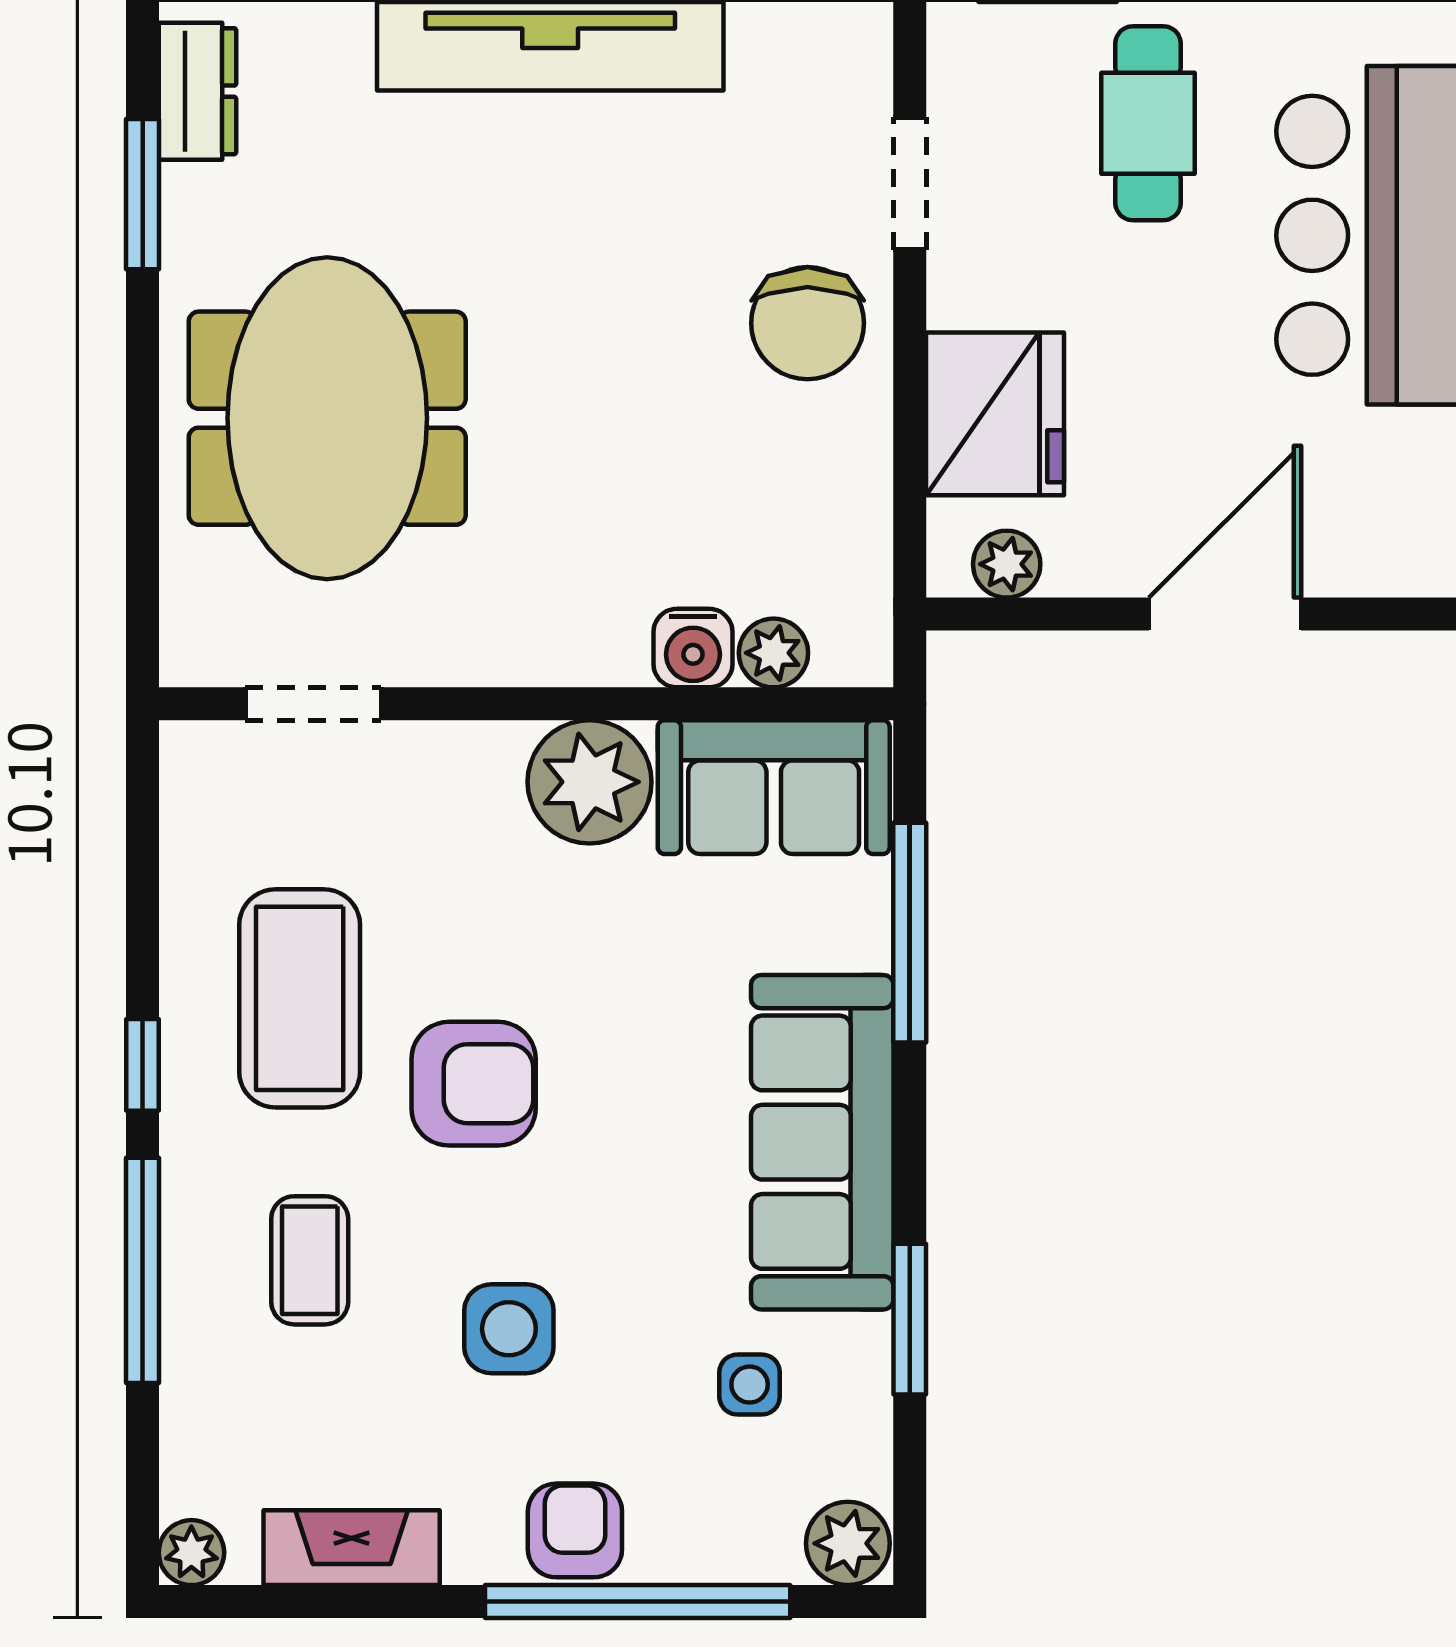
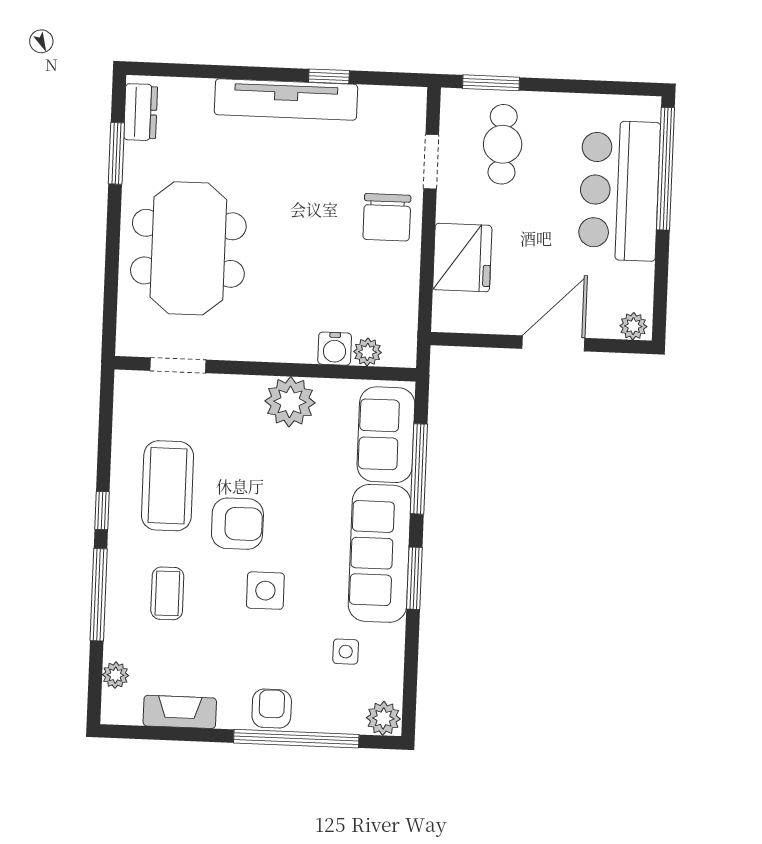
cafe table: (1148, 123) -> (503, 144), moved
plant: (1007, 564) -> (633, 326), moved
sofa: (774, 787) -> (386, 435), moved, turned 90
window: (910, 1319) -> (414, 578), moved
side table: (509, 1329) -> (265, 591), moved
plant: (191, 1553) -> (115, 675), moved

